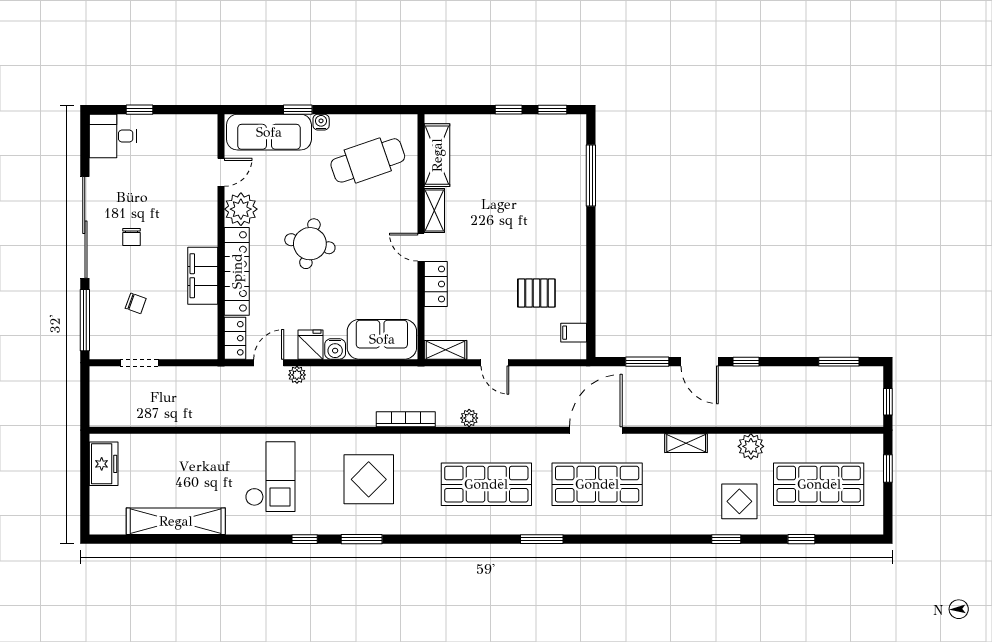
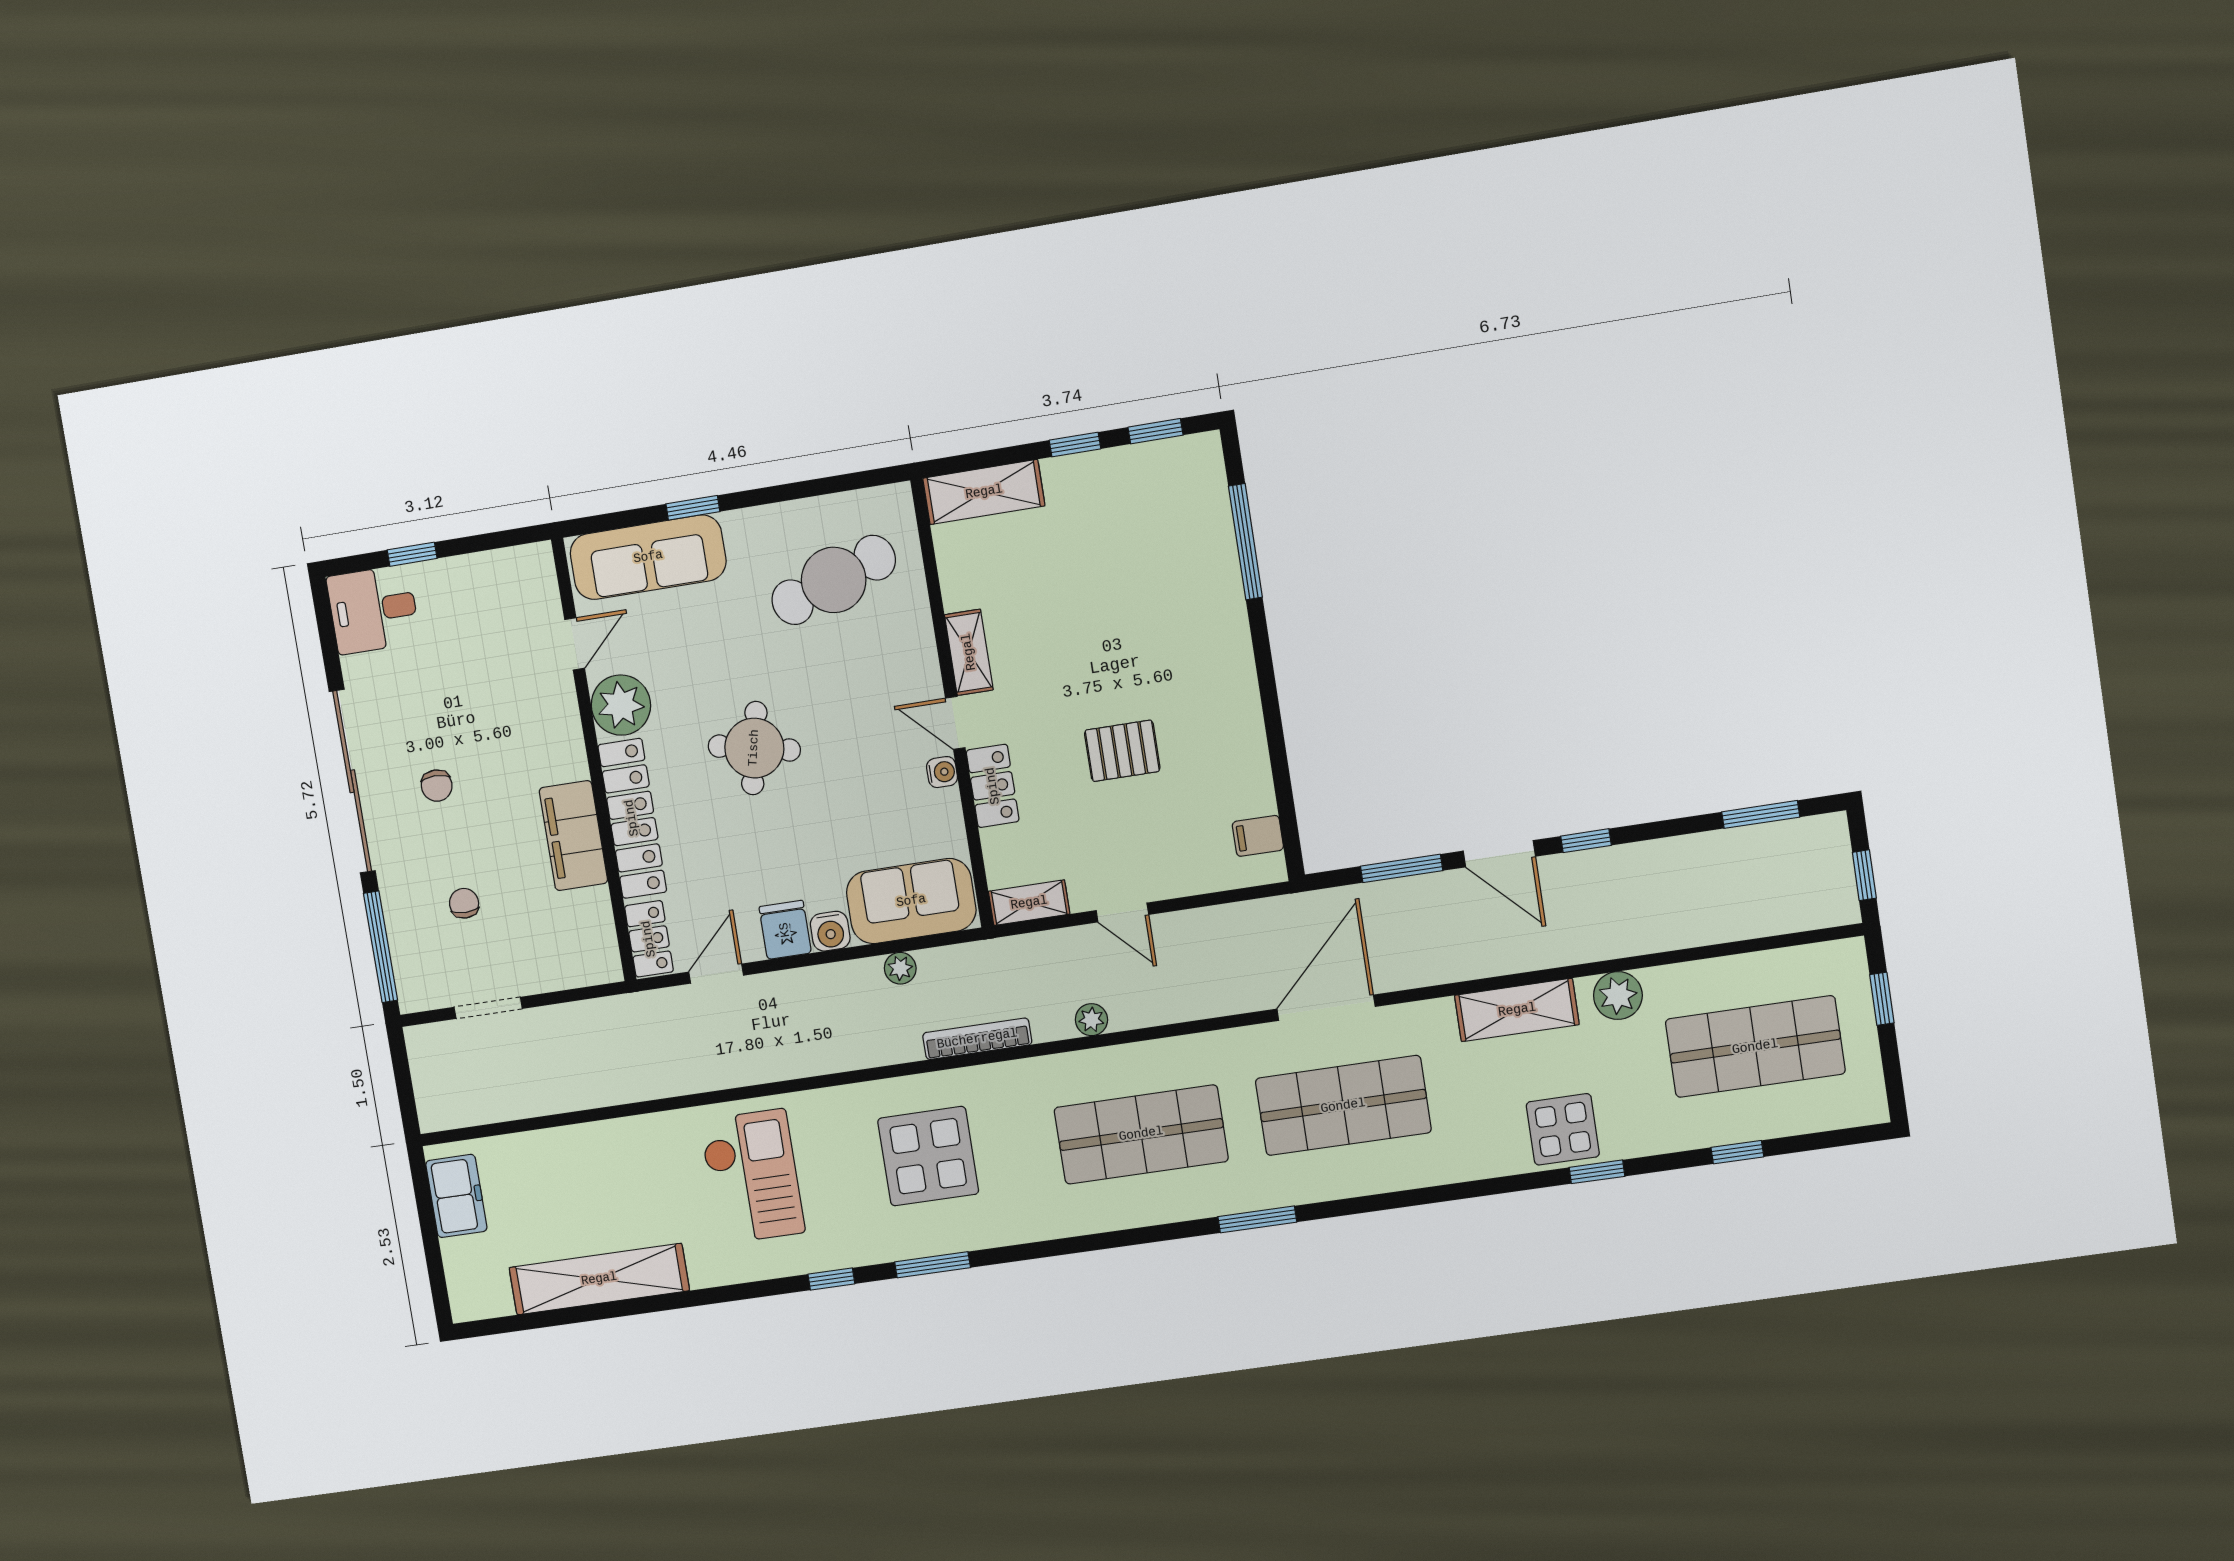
water cooler: (321, 122) -> (942, 772), moved, turned 90
shelving: (437, 155) -> (984, 492), moved, turned 90
pallet: (536, 293) -> (1122, 751), moved
chair: (136, 303) -> (464, 903), turned -110
plant: (297, 375) -> (900, 968), moved
shelving: (686, 443) -> (1517, 1010), width x1.50, depth x1.33
display table: (739, 501) -> (1563, 1129), moved

